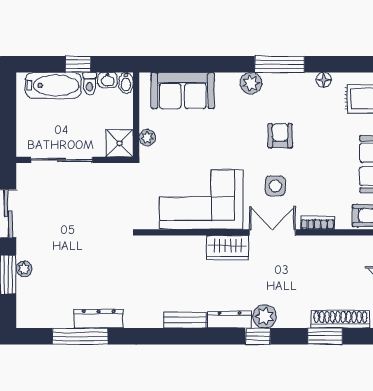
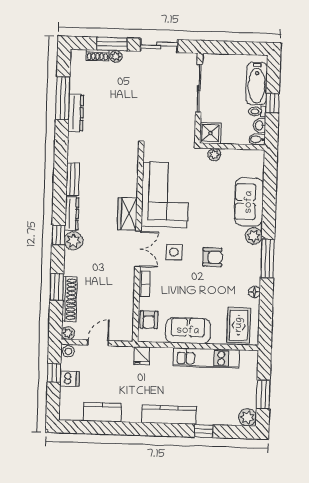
sofa: (183, 91) -> (249, 202), moved
shoe rack: (23, 293) -> (97, 55), added

